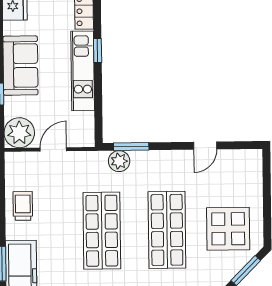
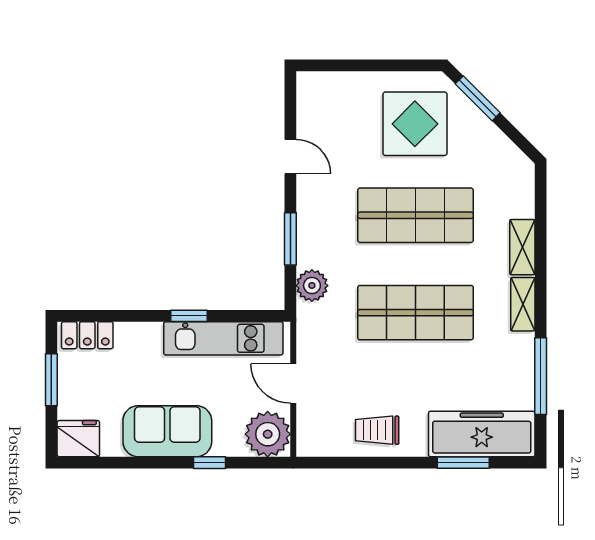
window: (98, 50) -> (189, 316), moved
kitchen unit: (83, 71) -> (223, 338), moved
window: (131, 147) -> (290, 239), moved

